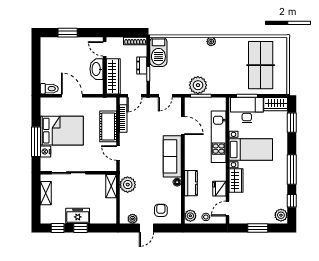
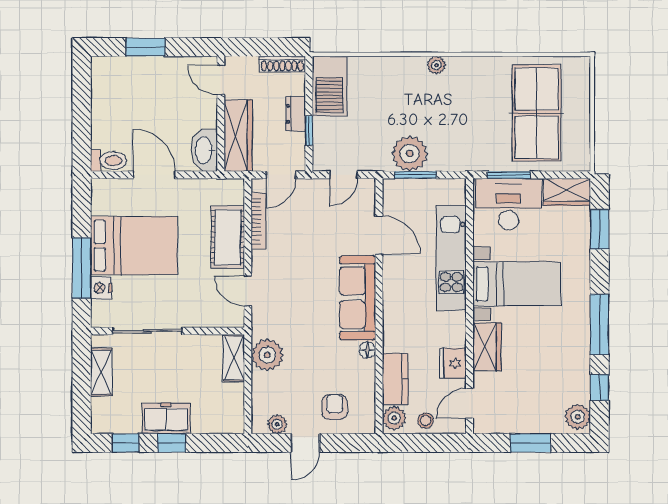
washbasin: (97, 69) -> (204, 150), moved
kitchen counter: (191, 183) -> (395, 379), moved

